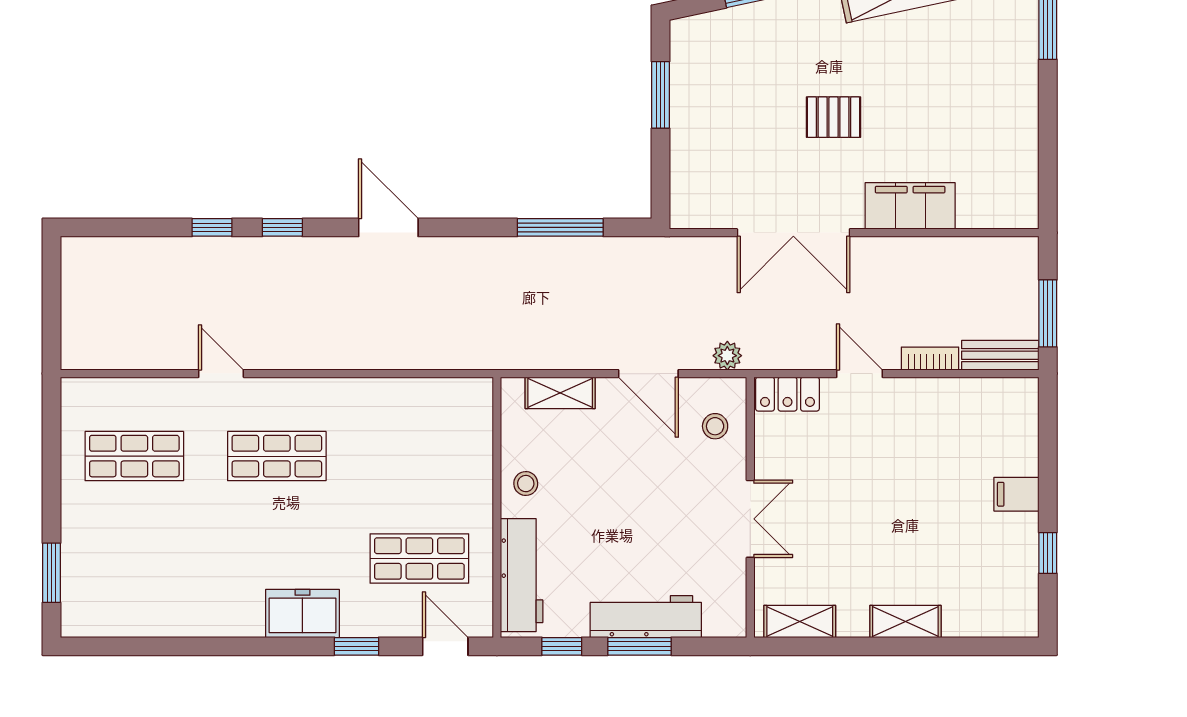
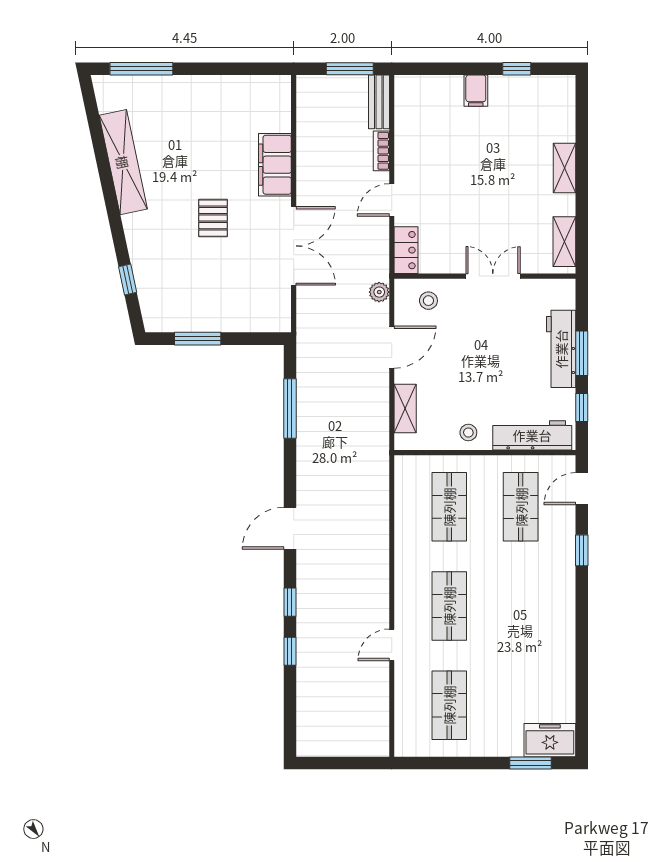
shop shelf: (419, 456) -> (449, 507), added
freezer: (302, 613) -> (550, 740), moved, turned 90

